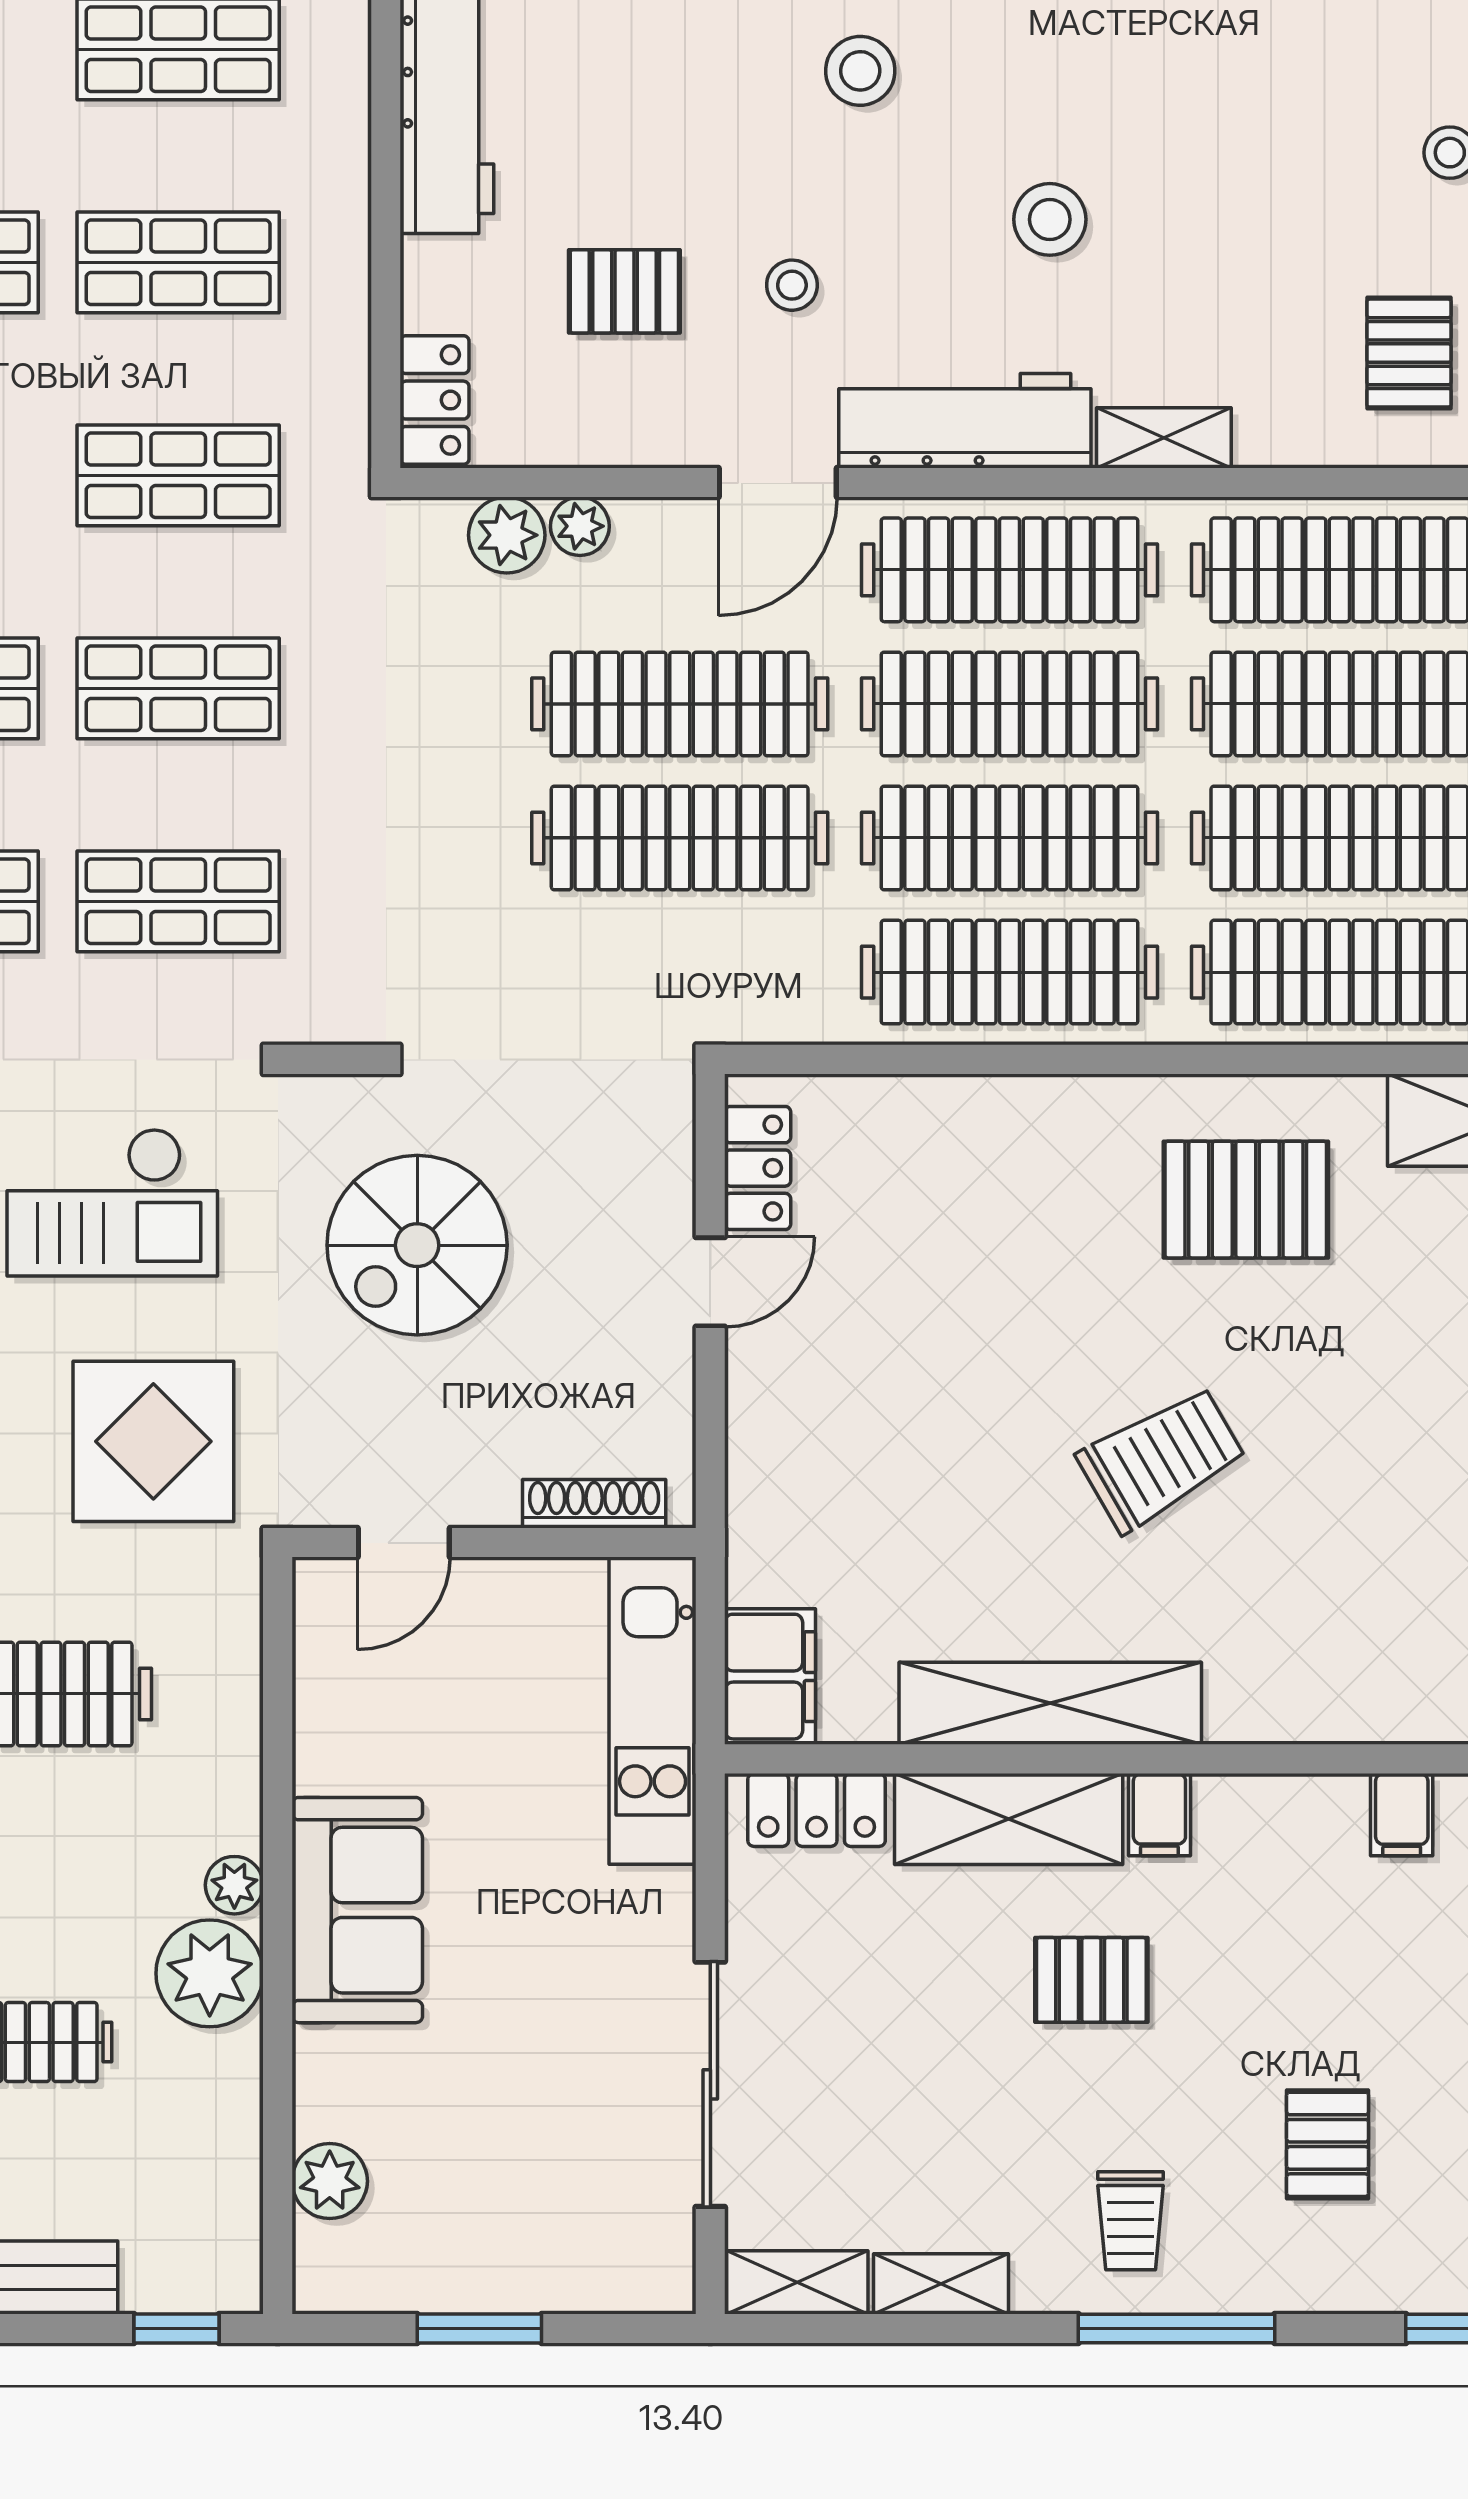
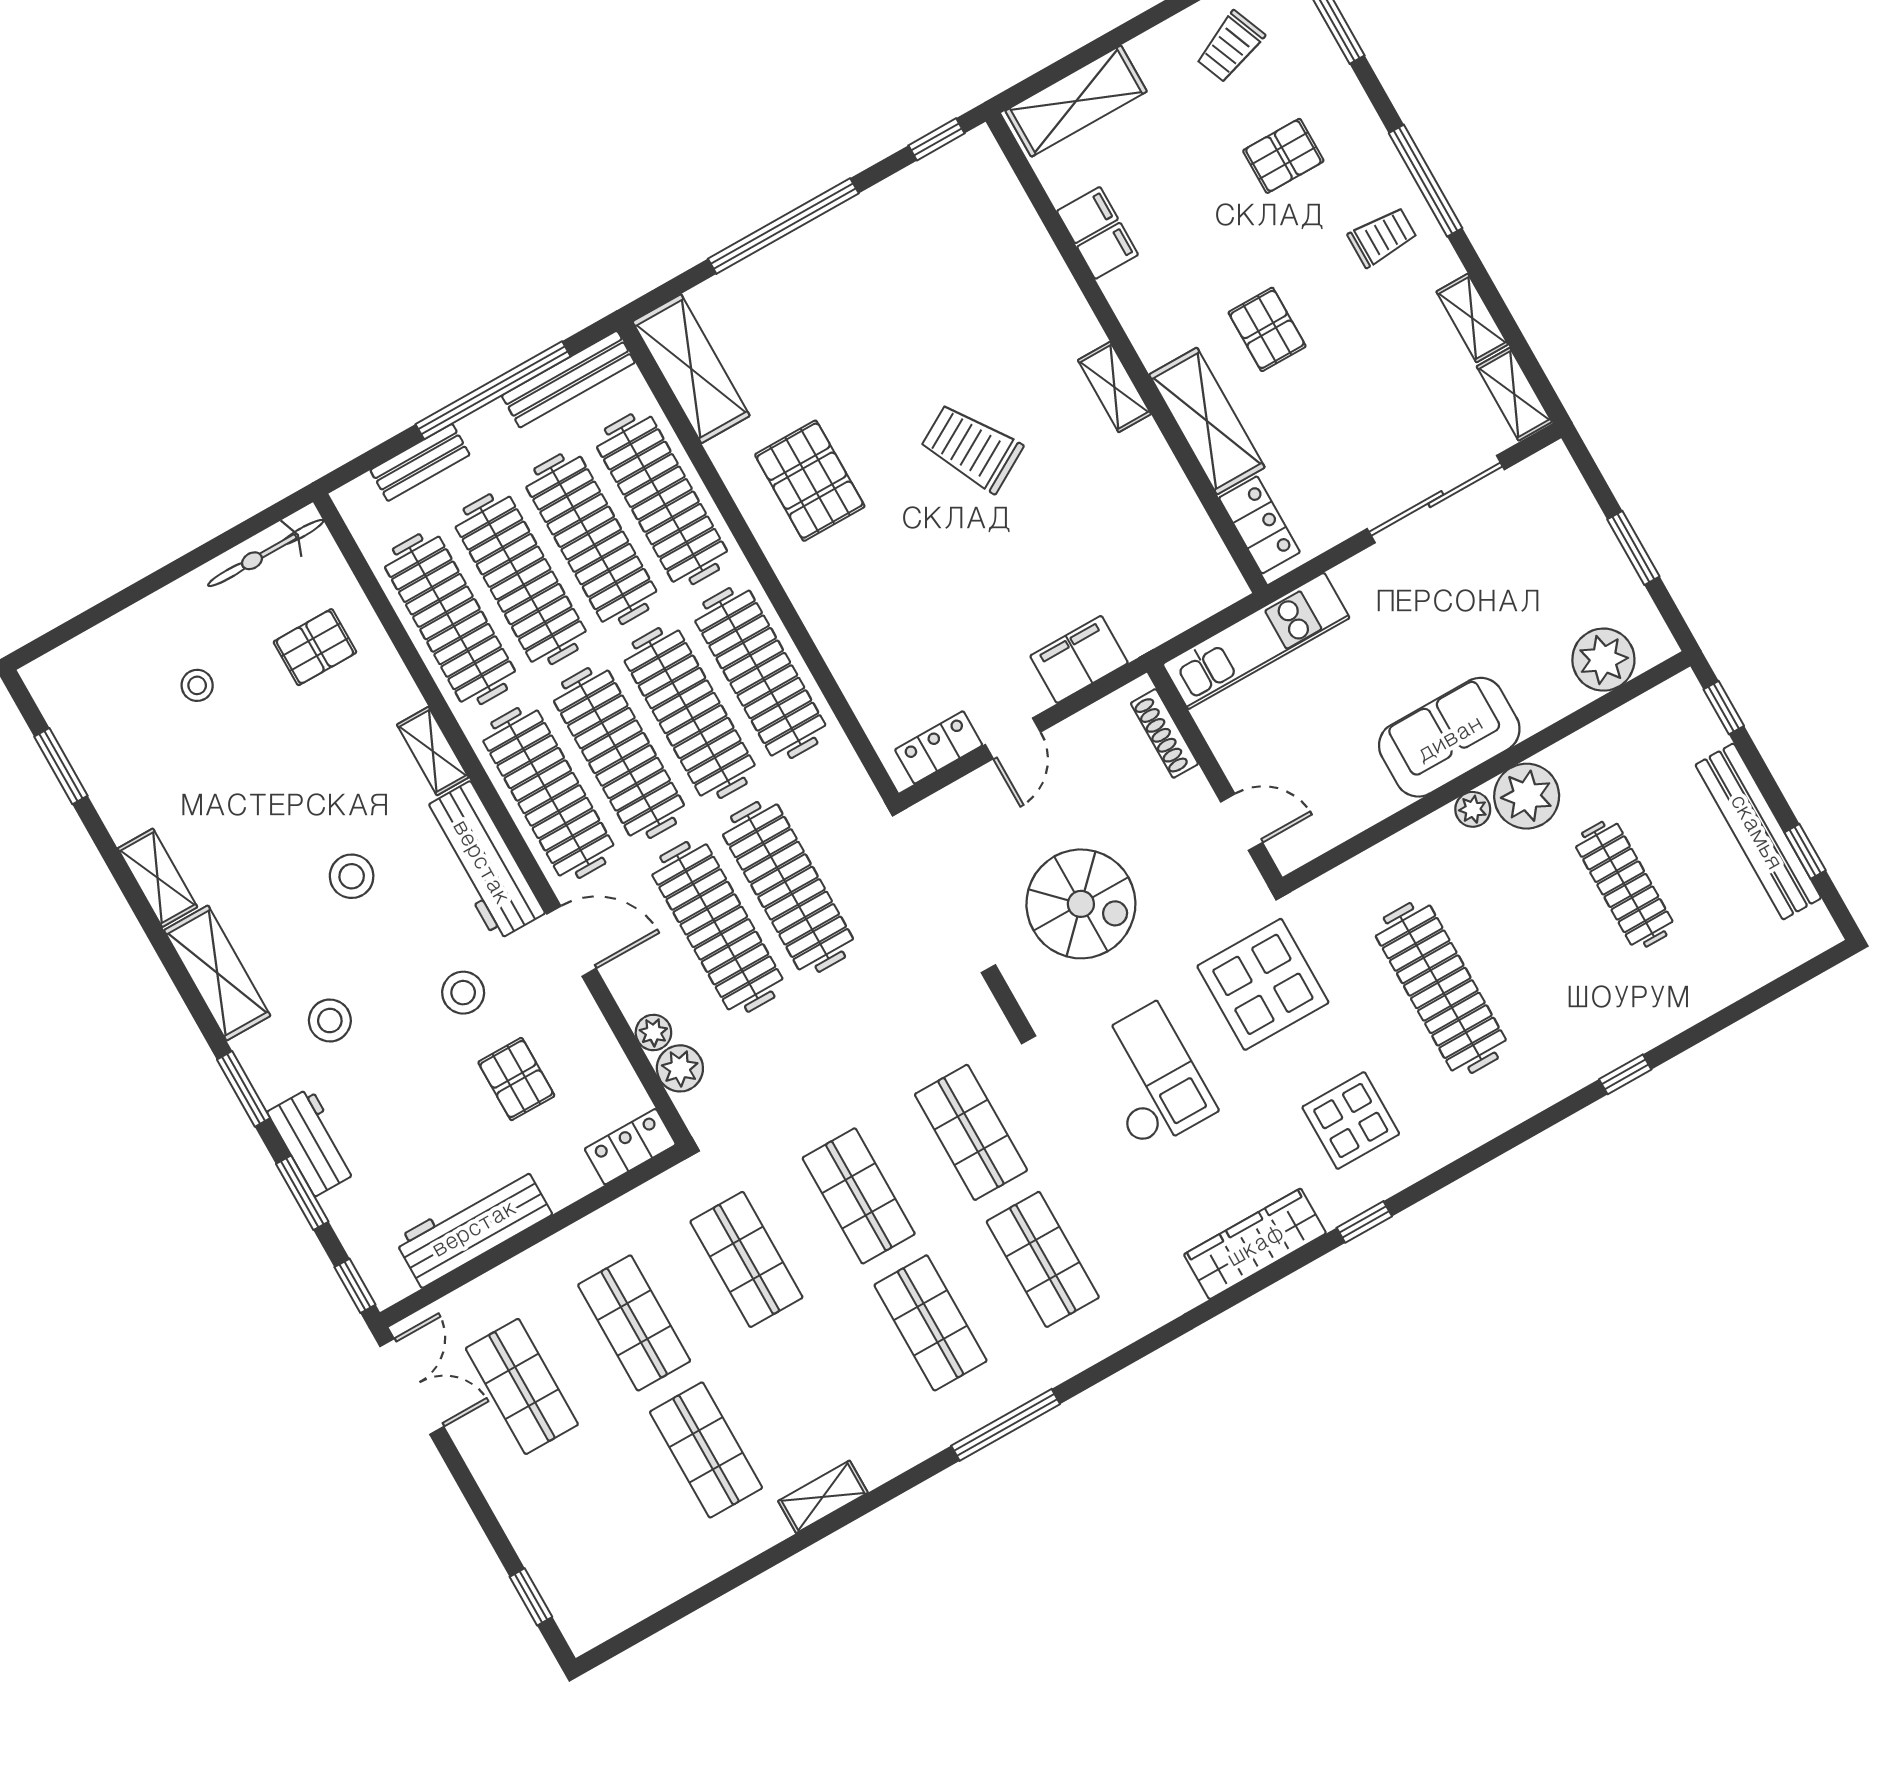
stool: (792, 285) -> (463, 993), width x1.37, depth x1.37
door: (710, 1282) -> (1013, 738), swing flipped
filing cabinet: (770, 1677) -> (1079, 659), moved
shelving: (1050, 1703) -> (1114, 387), width x0.45, depth x0.75
filing cabinet: (1159, 1815) -> (1108, 251), moved
plant: (330, 2181) -> (1603, 660), width x1.36, depth x1.36

